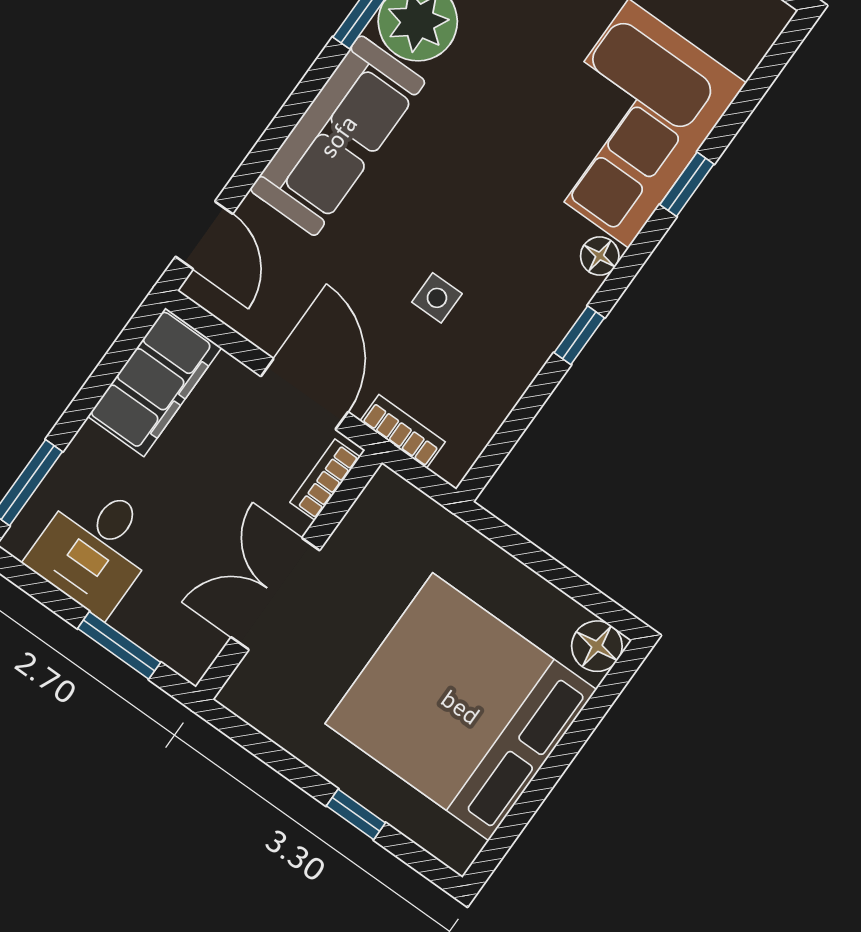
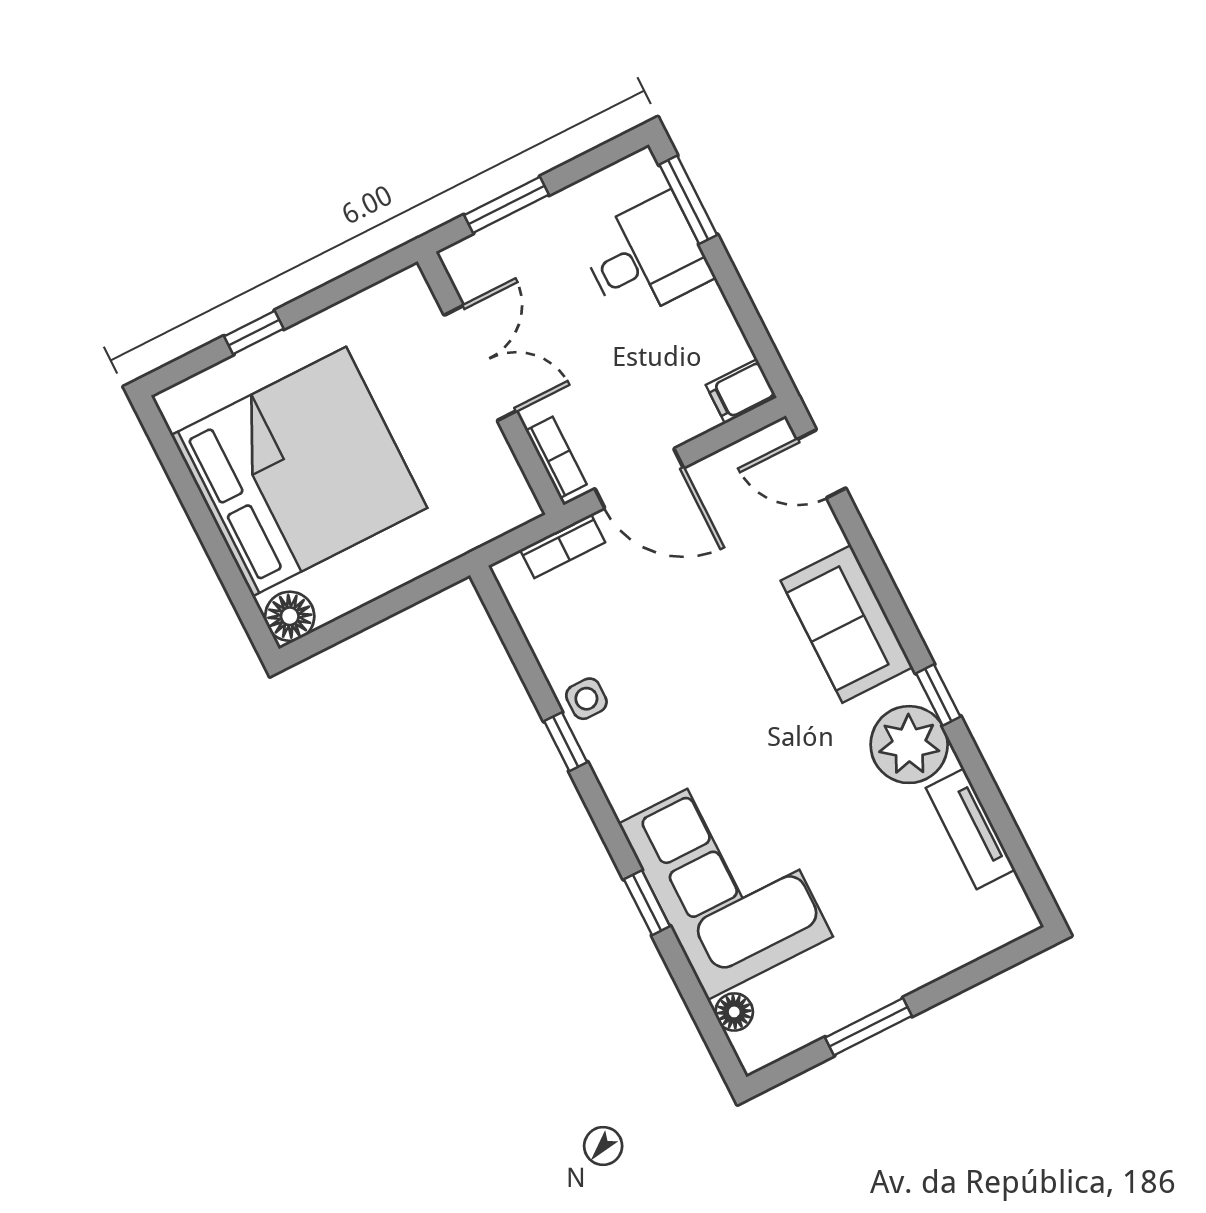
sofa: (338, 136) -> (847, 624), width x0.73
floor lamp: (600, 256) -> (734, 1012), moved
side table: (437, 298) -> (586, 699), moved
filing cabinet: (155, 382) -> (741, 391), width x0.33, depth x0.86
desk: (95, 548) -> (646, 257), moved, turned 90

